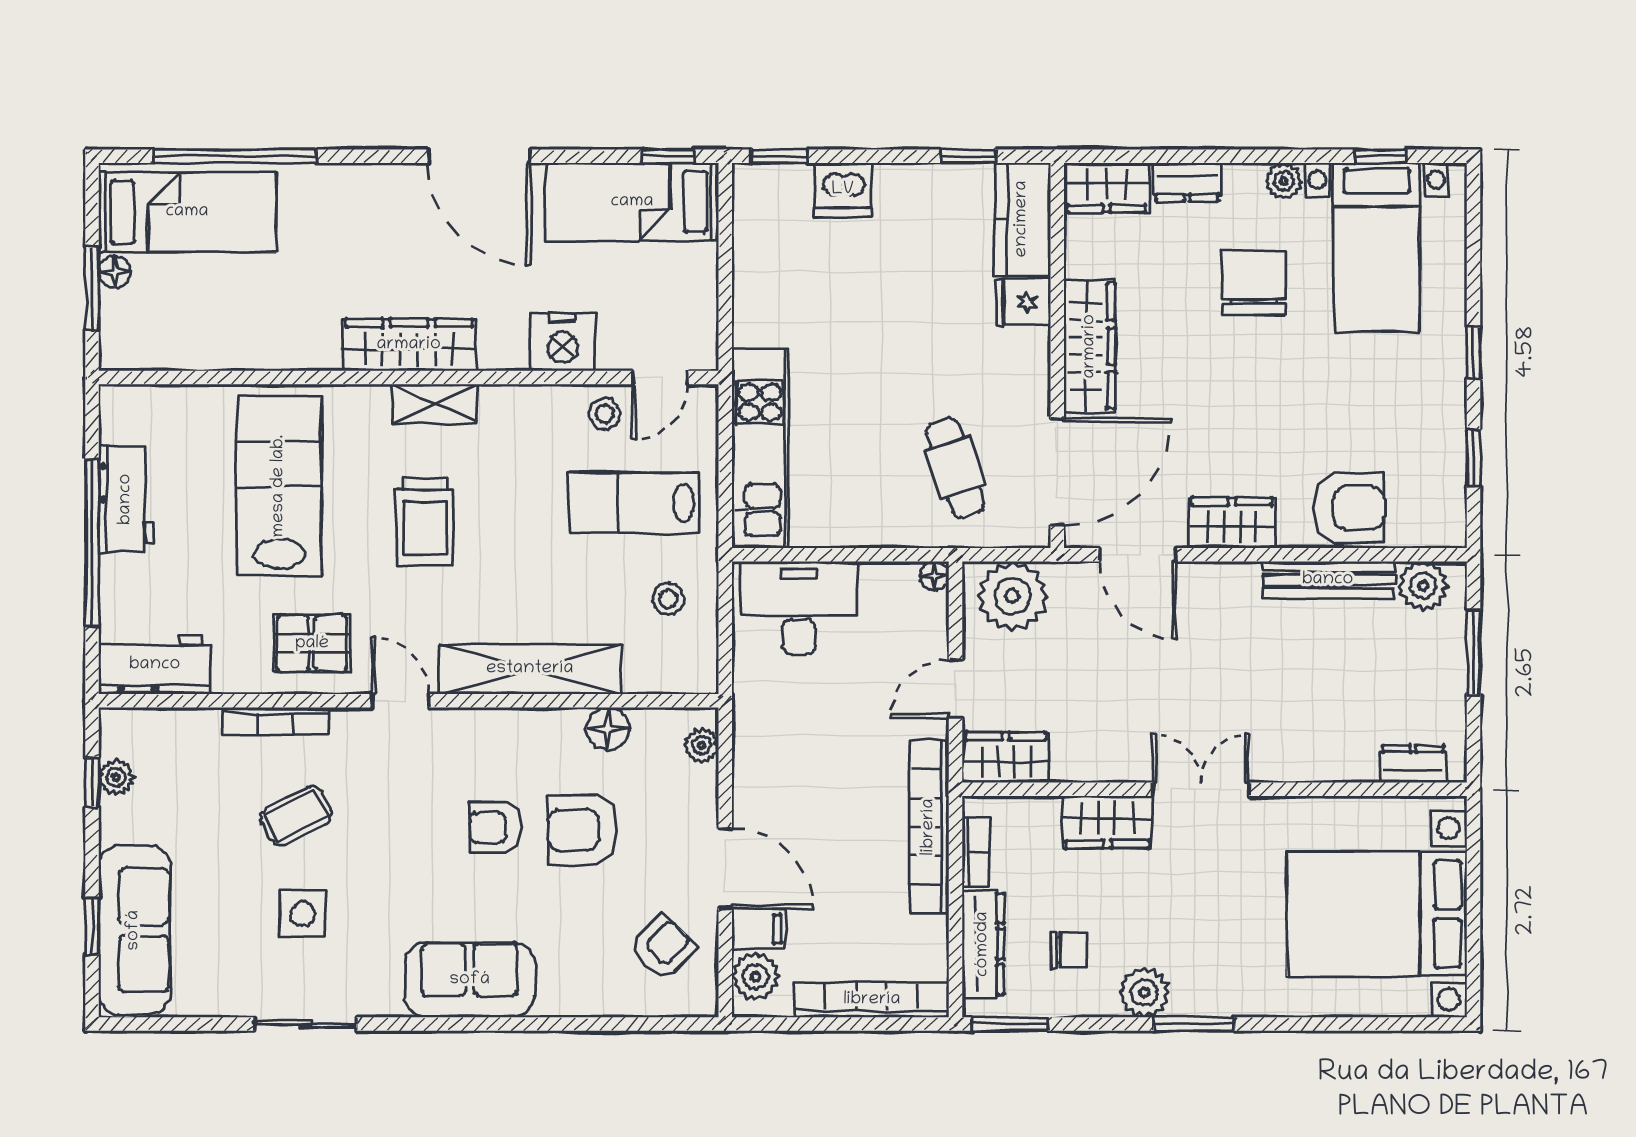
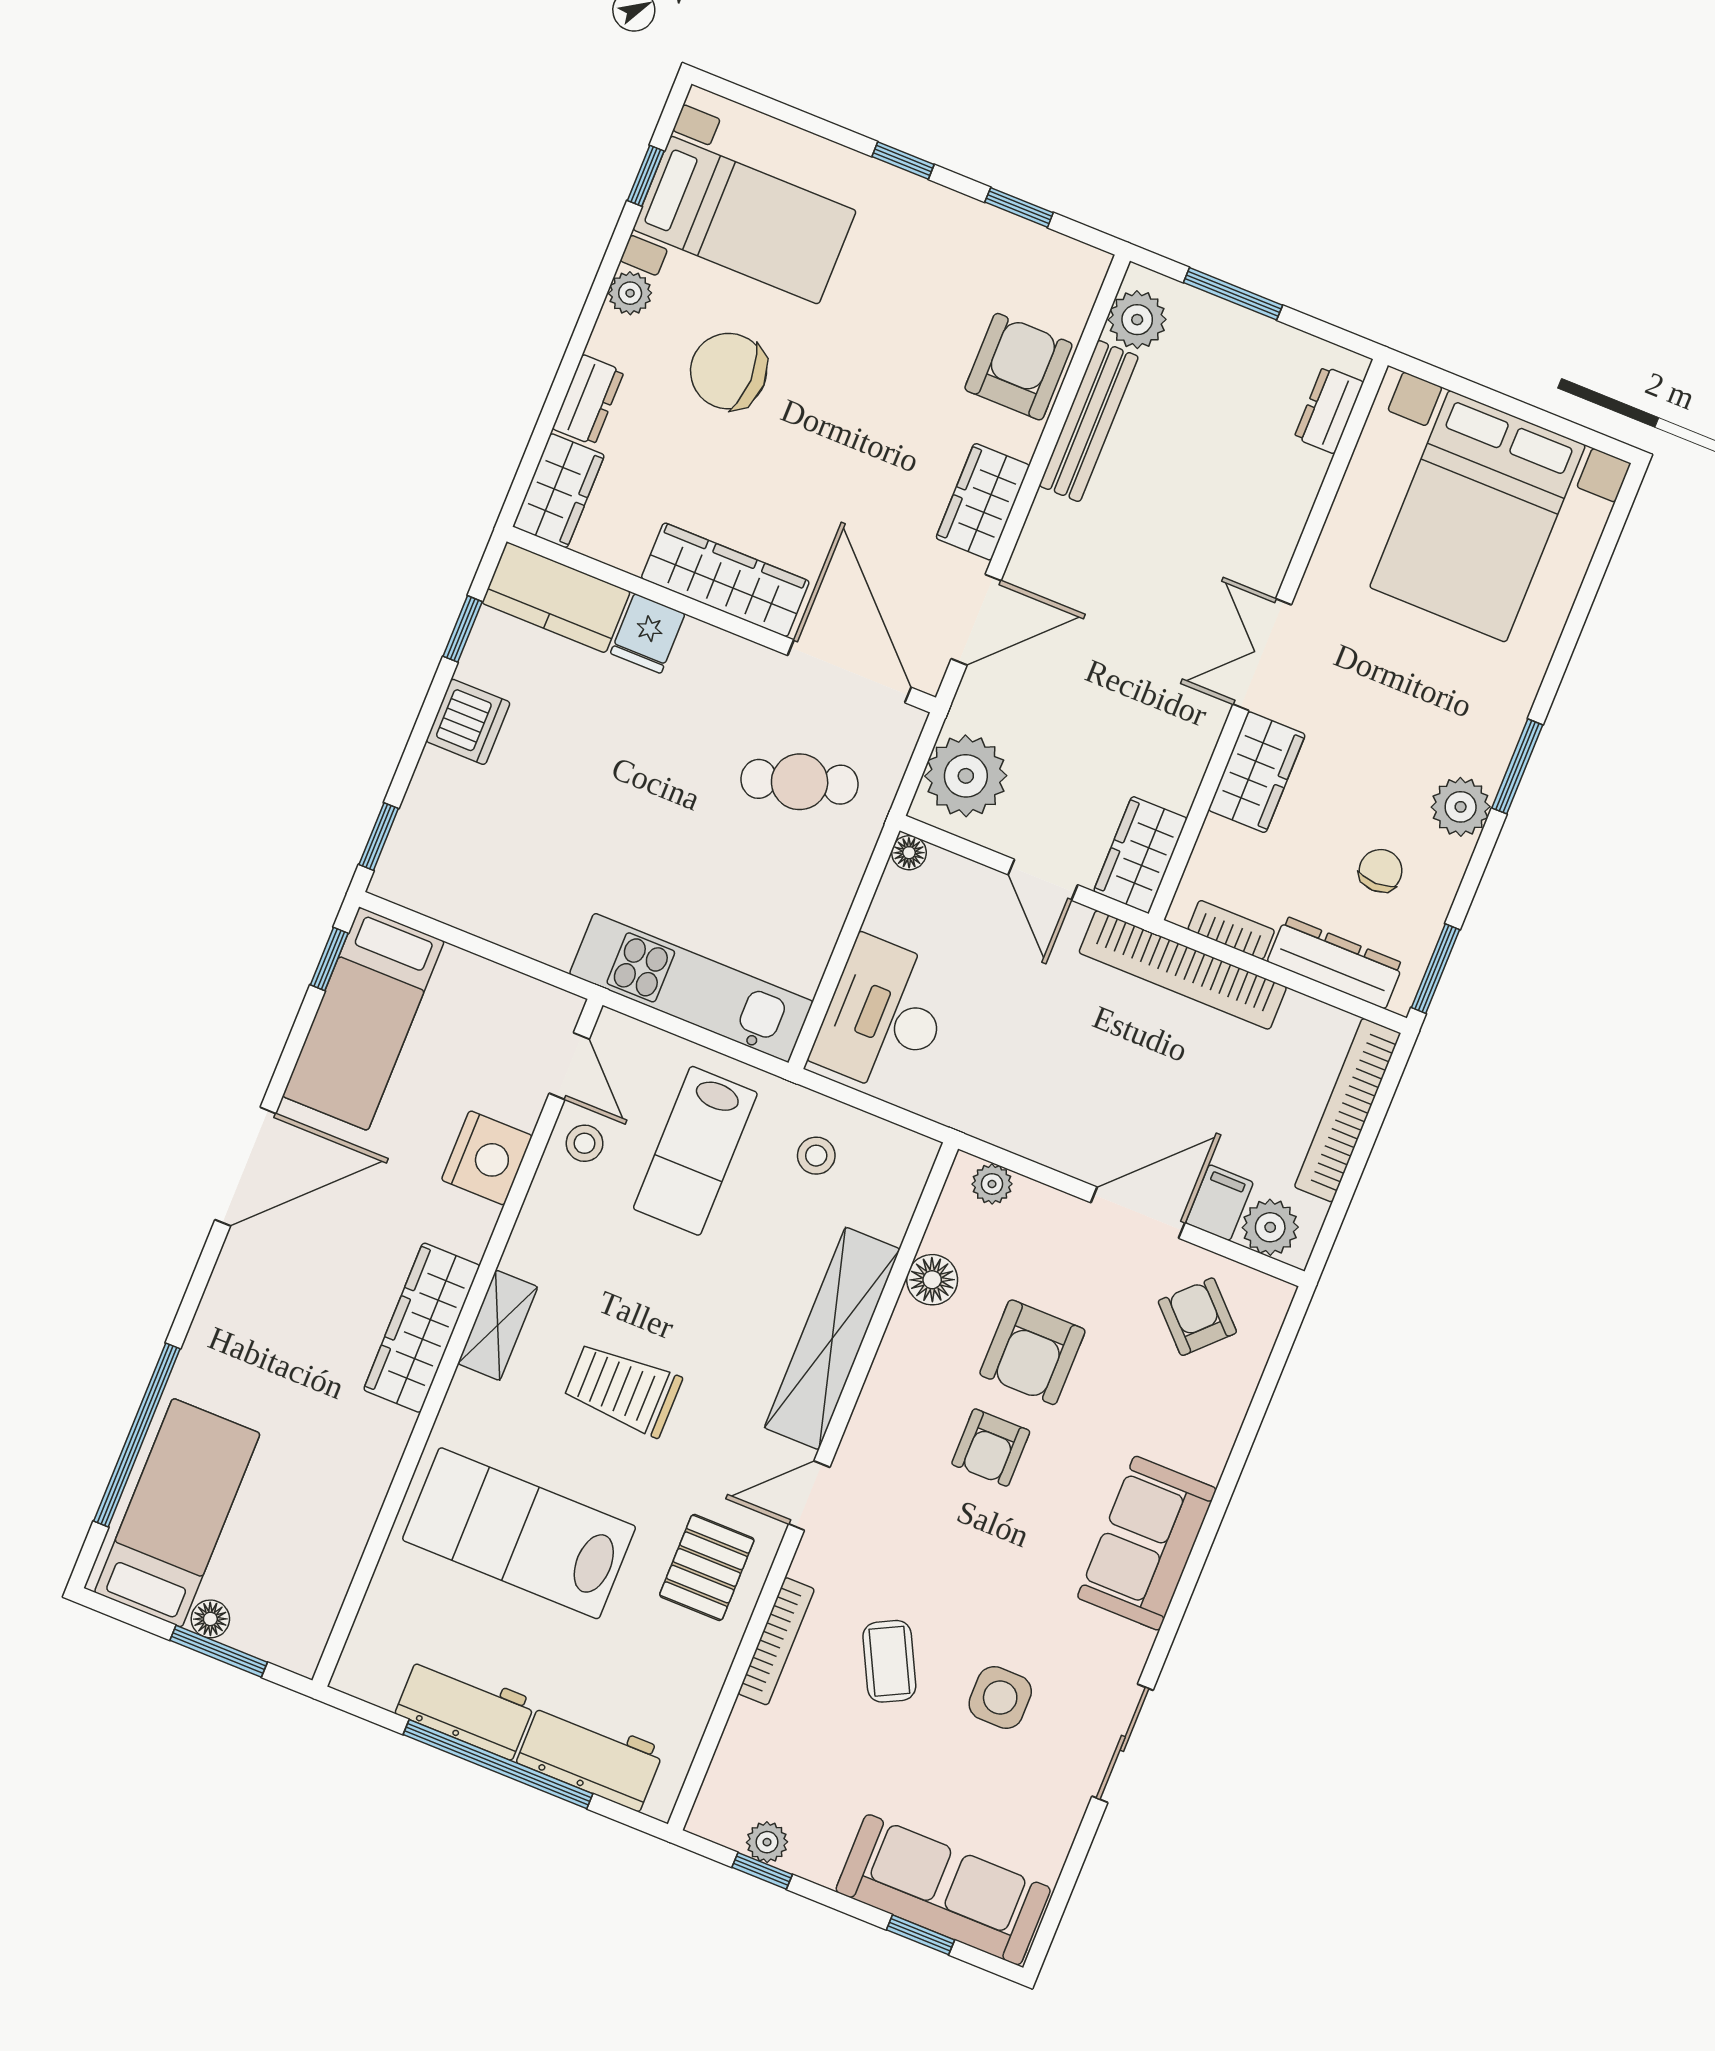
dishwasher: (843, 190) -> (468, 722), moved
trolley: (425, 521) -> (623, 1389), turned 180
workbench: (155, 665) -> (590, 1756), moved, turned 90

